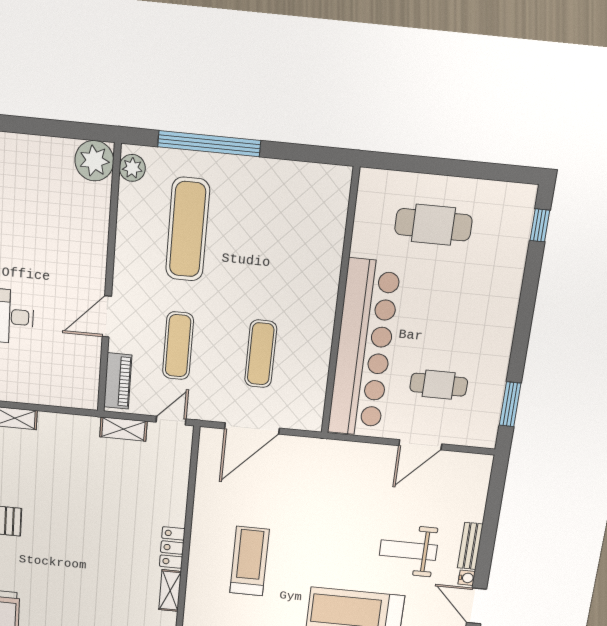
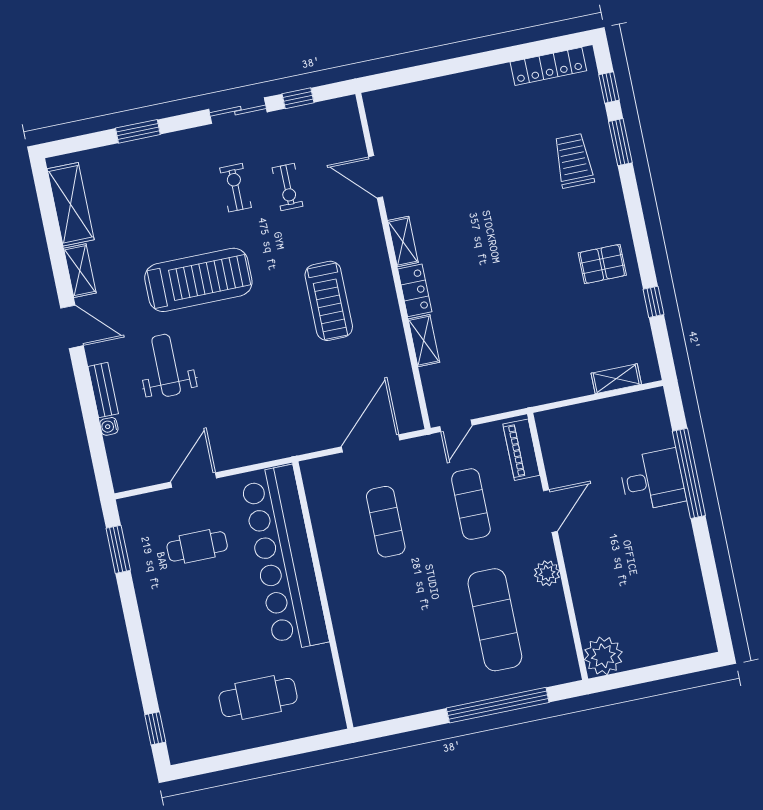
plant: (132, 168) -> (547, 573), moved
shelving: (123, 429) -> (424, 341), moved, turned 90
weight bench: (408, 550) -> (166, 365), turned -90
water cooler: (467, 578) -> (109, 426), moved

